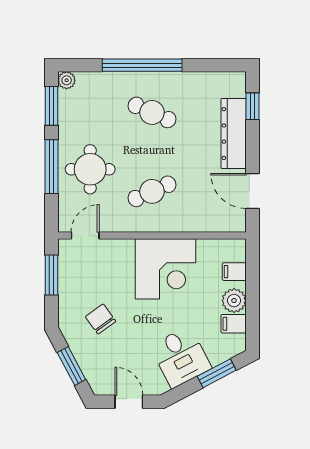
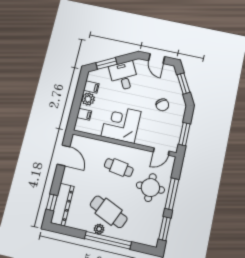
plant: (67, 80) -> (99, 229), moved
cafe table: (152, 112) -> (109, 212), width x1.37, depth x1.35
dresser: (234, 134) -> (62, 205), moved
cafe table: (152, 191) -> (119, 168), turned 33

